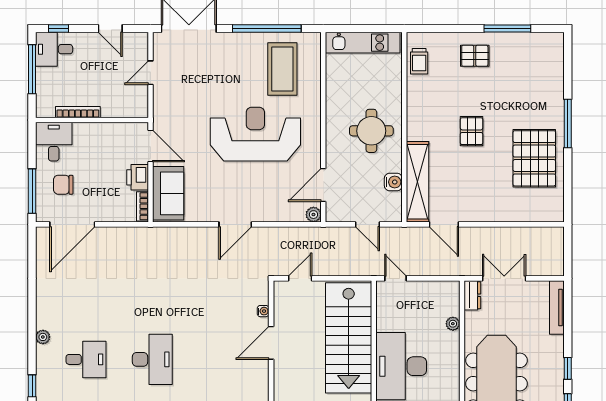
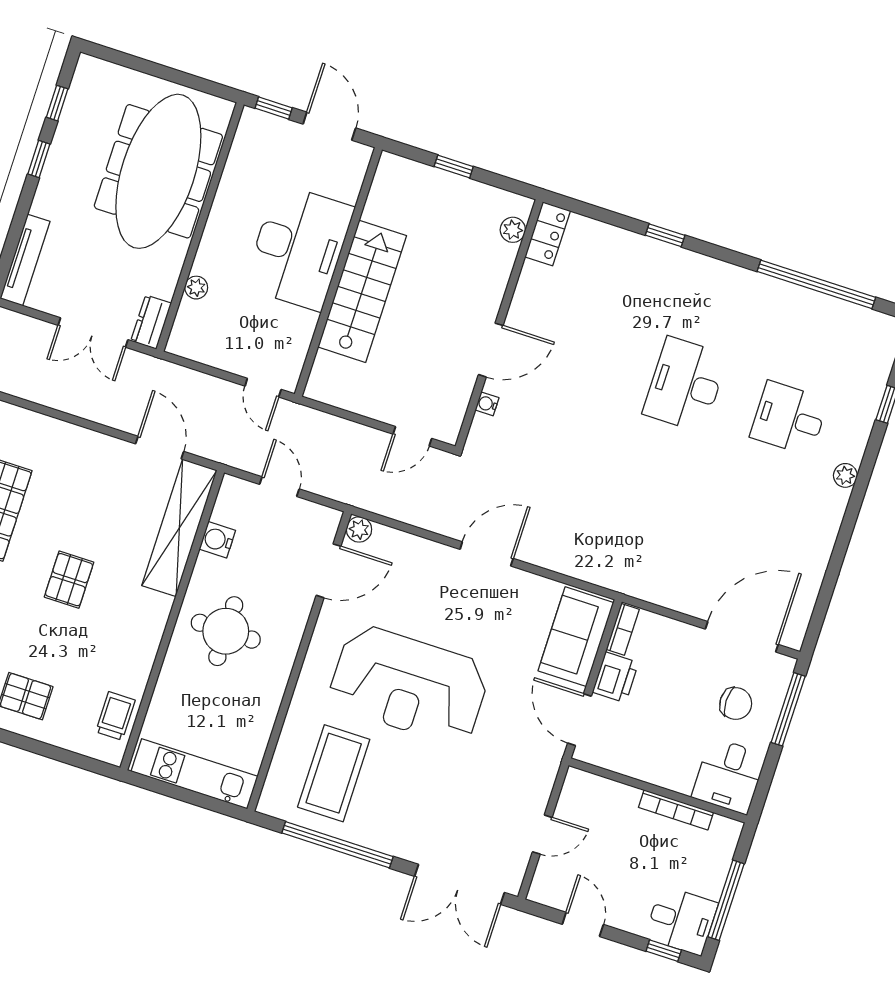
stairs: (349, 338) -> (362, 291), width x0.73, depth x0.66

